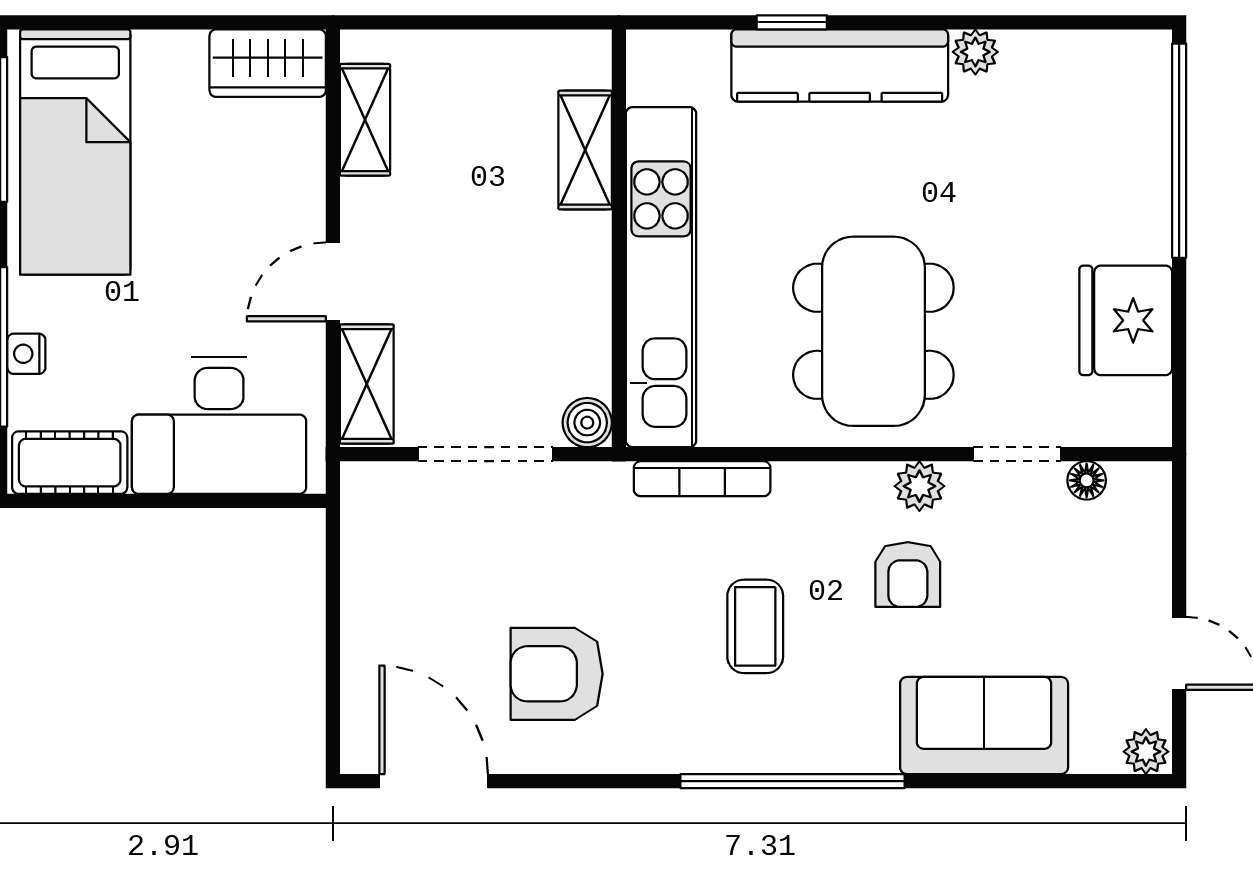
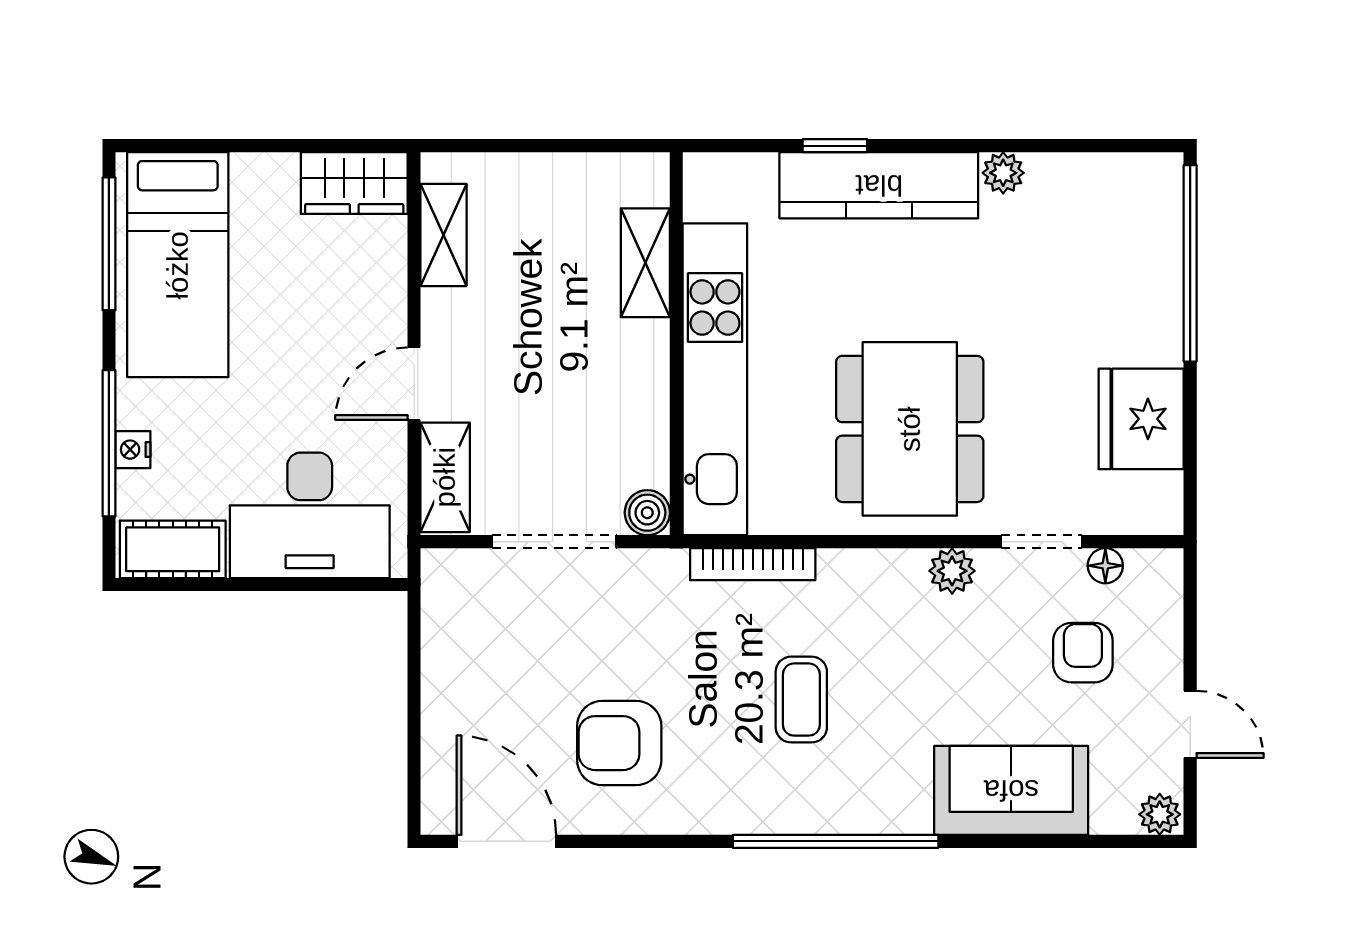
armchair: (908, 575) -> (1083, 653), moved, turned 180

